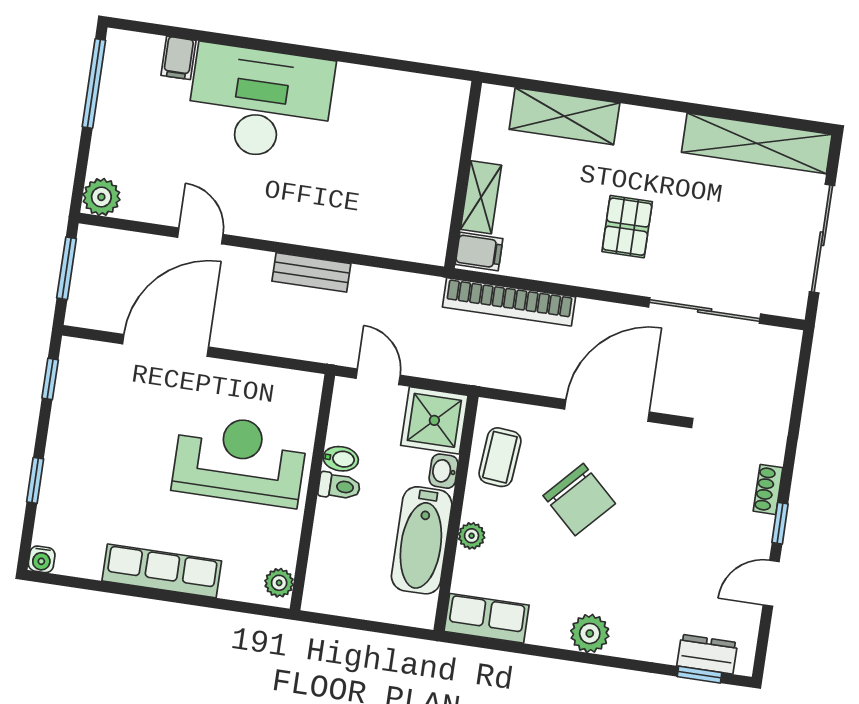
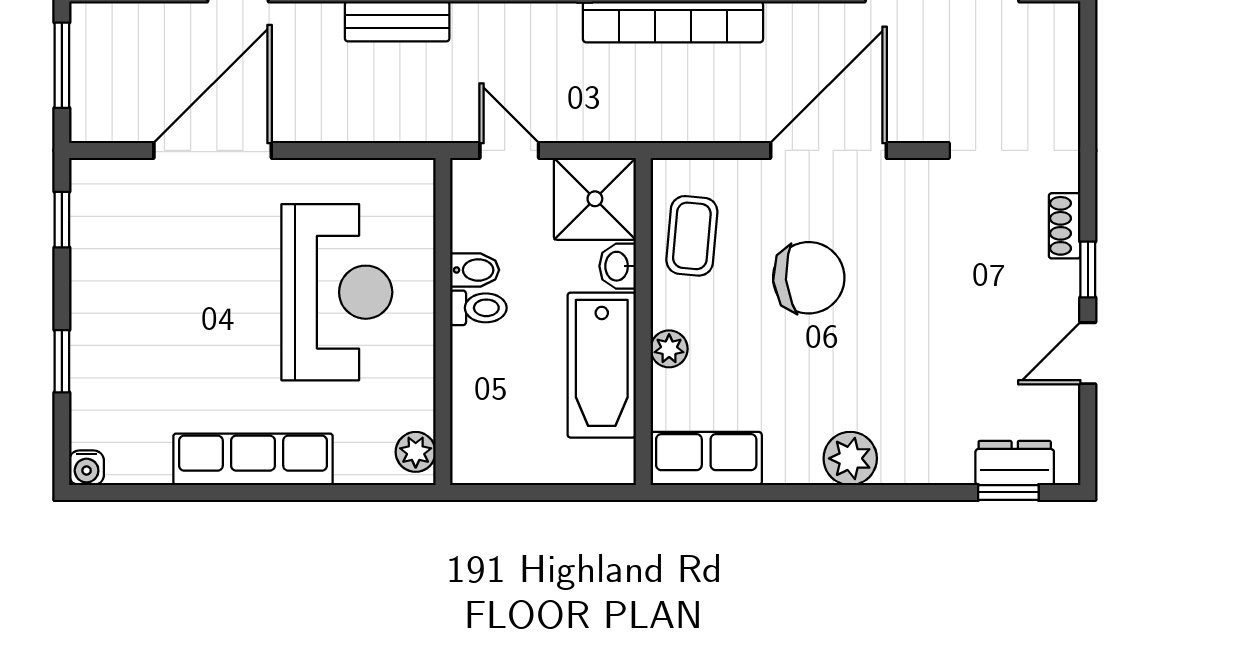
reception desk: (240, 460) -> (337, 292), turned 90
chair: (579, 500) -> (809, 278), turned -48

